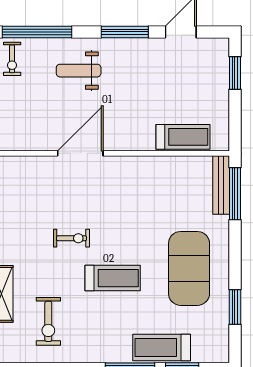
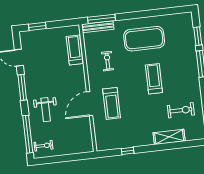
door: (80, 153) -> (90, 104), hinge flipped
exercise bike: (72, 238) -> (107, 61), moved
window: (235, 307) -> (162, 12), removed
treadmill: (162, 347) -> (112, 103), moved

